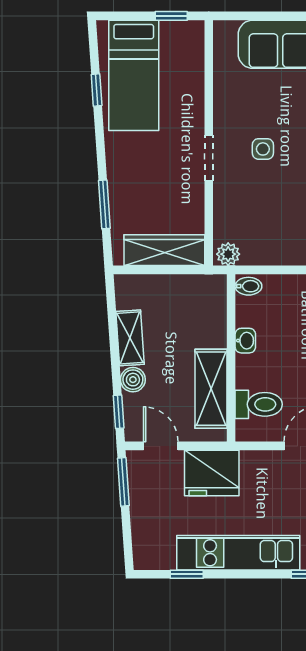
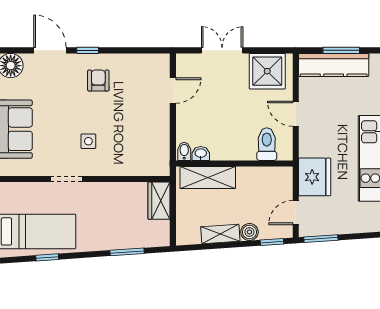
doorway: (209, 158) -> (66, 179), moved
wardrobe: (164, 250) -> (159, 201), width x0.67
plant: (228, 254) -> (162, 165), removed
washbasin: (245, 341) -> (201, 154), moved
shelving: (211, 389) -> (208, 177), moved

